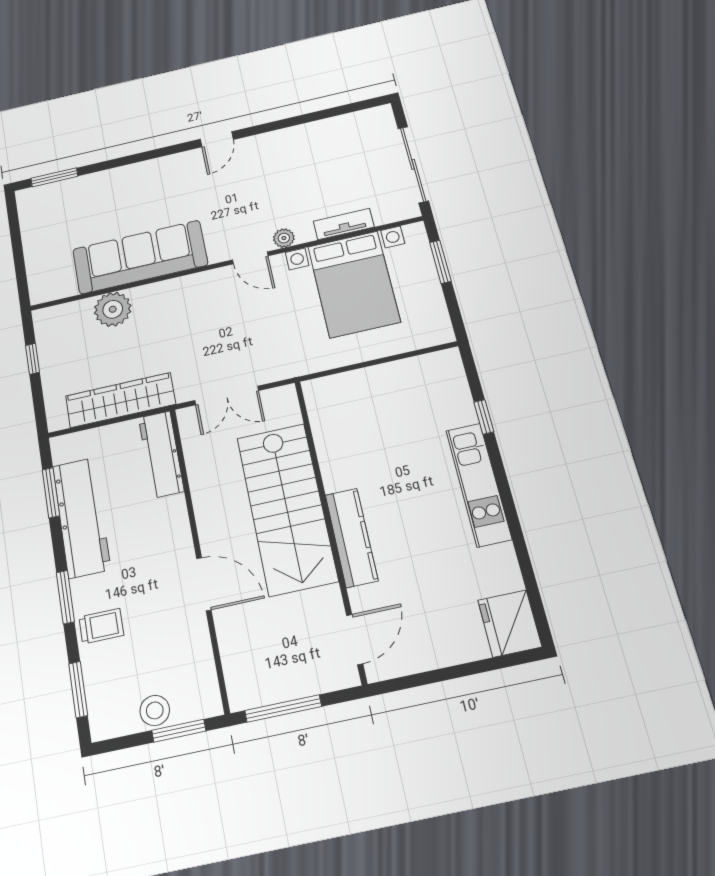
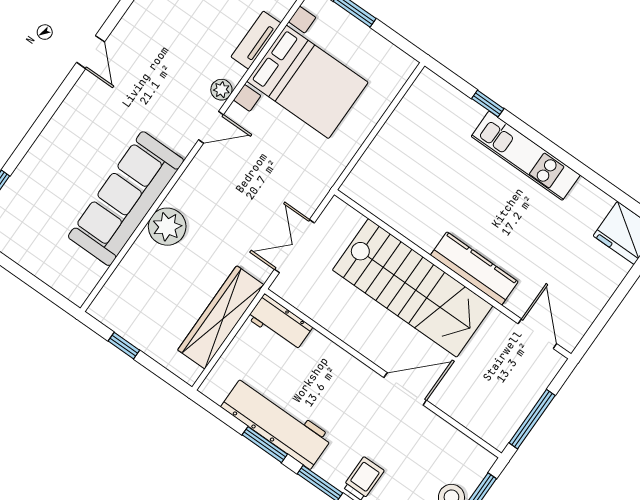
plant: (113, 309) -> (167, 227), moved
double door: (227, 395) -> (294, 246), swing flipped
workbench: (161, 454) -> (280, 323), width x0.73
window: (51, 493) -> (265, 445), moved

